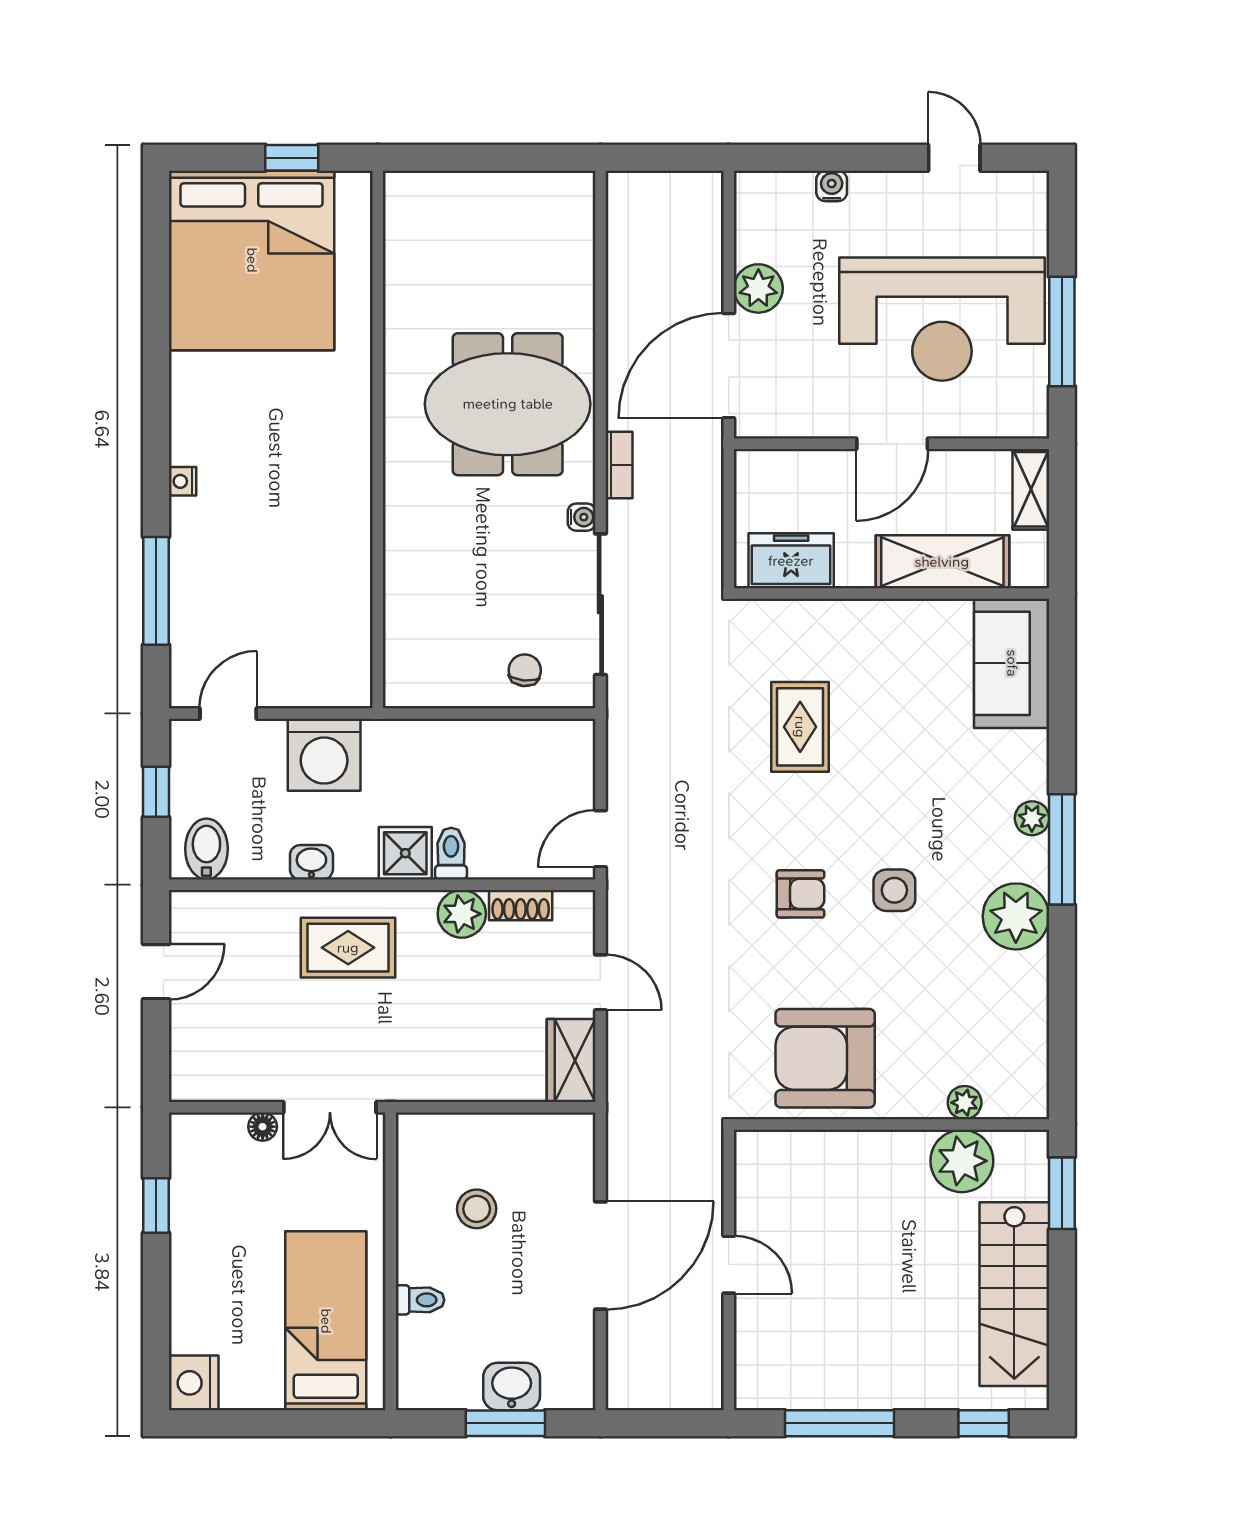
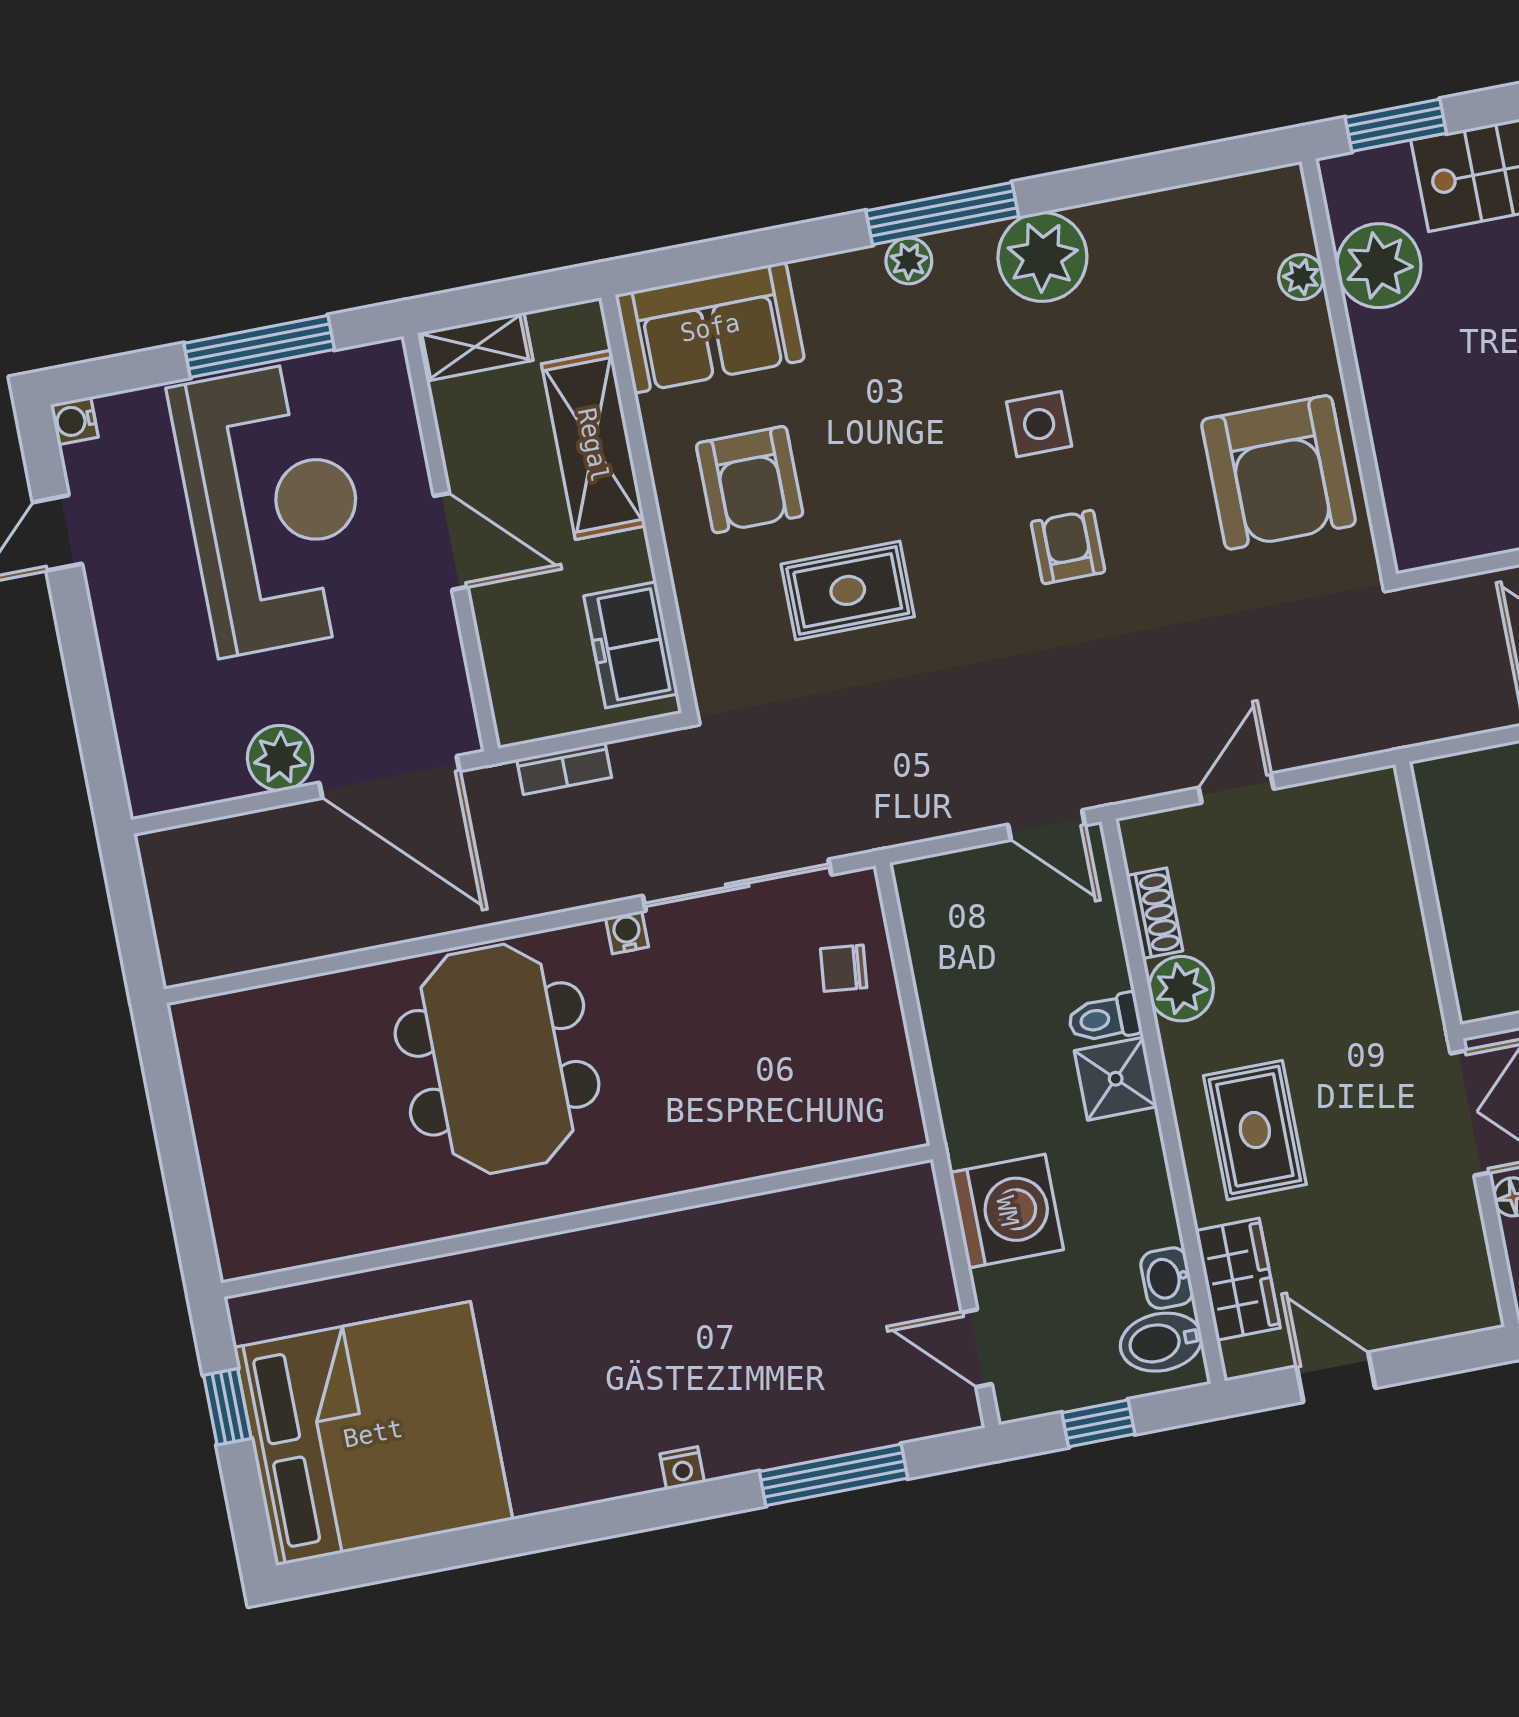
water cooler: (832, 186) -> (74, 421), moved
bookcase: (619, 465) -> (564, 768), moved, turned 180
armchair: (895, 671) -> (750, 480), added
washbasin: (311, 862) -> (1167, 1278), moved
wardrobe: (571, 1061) -> (1238, 1279), moved, turned -90

